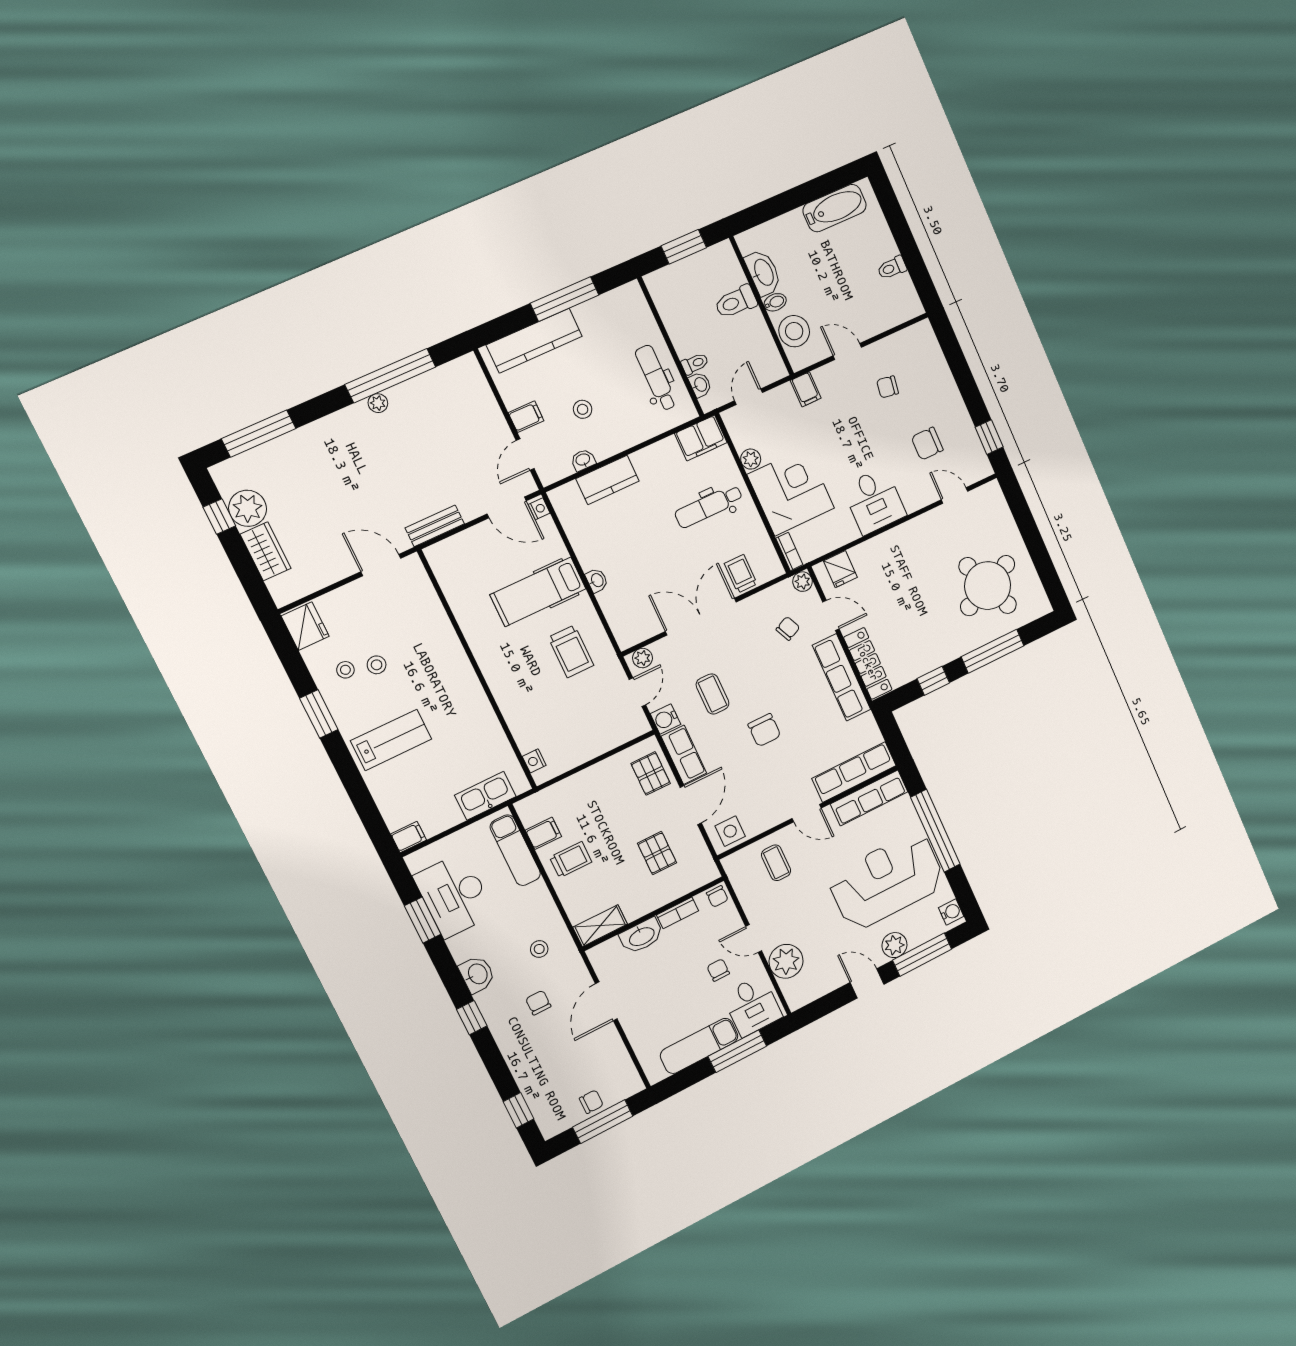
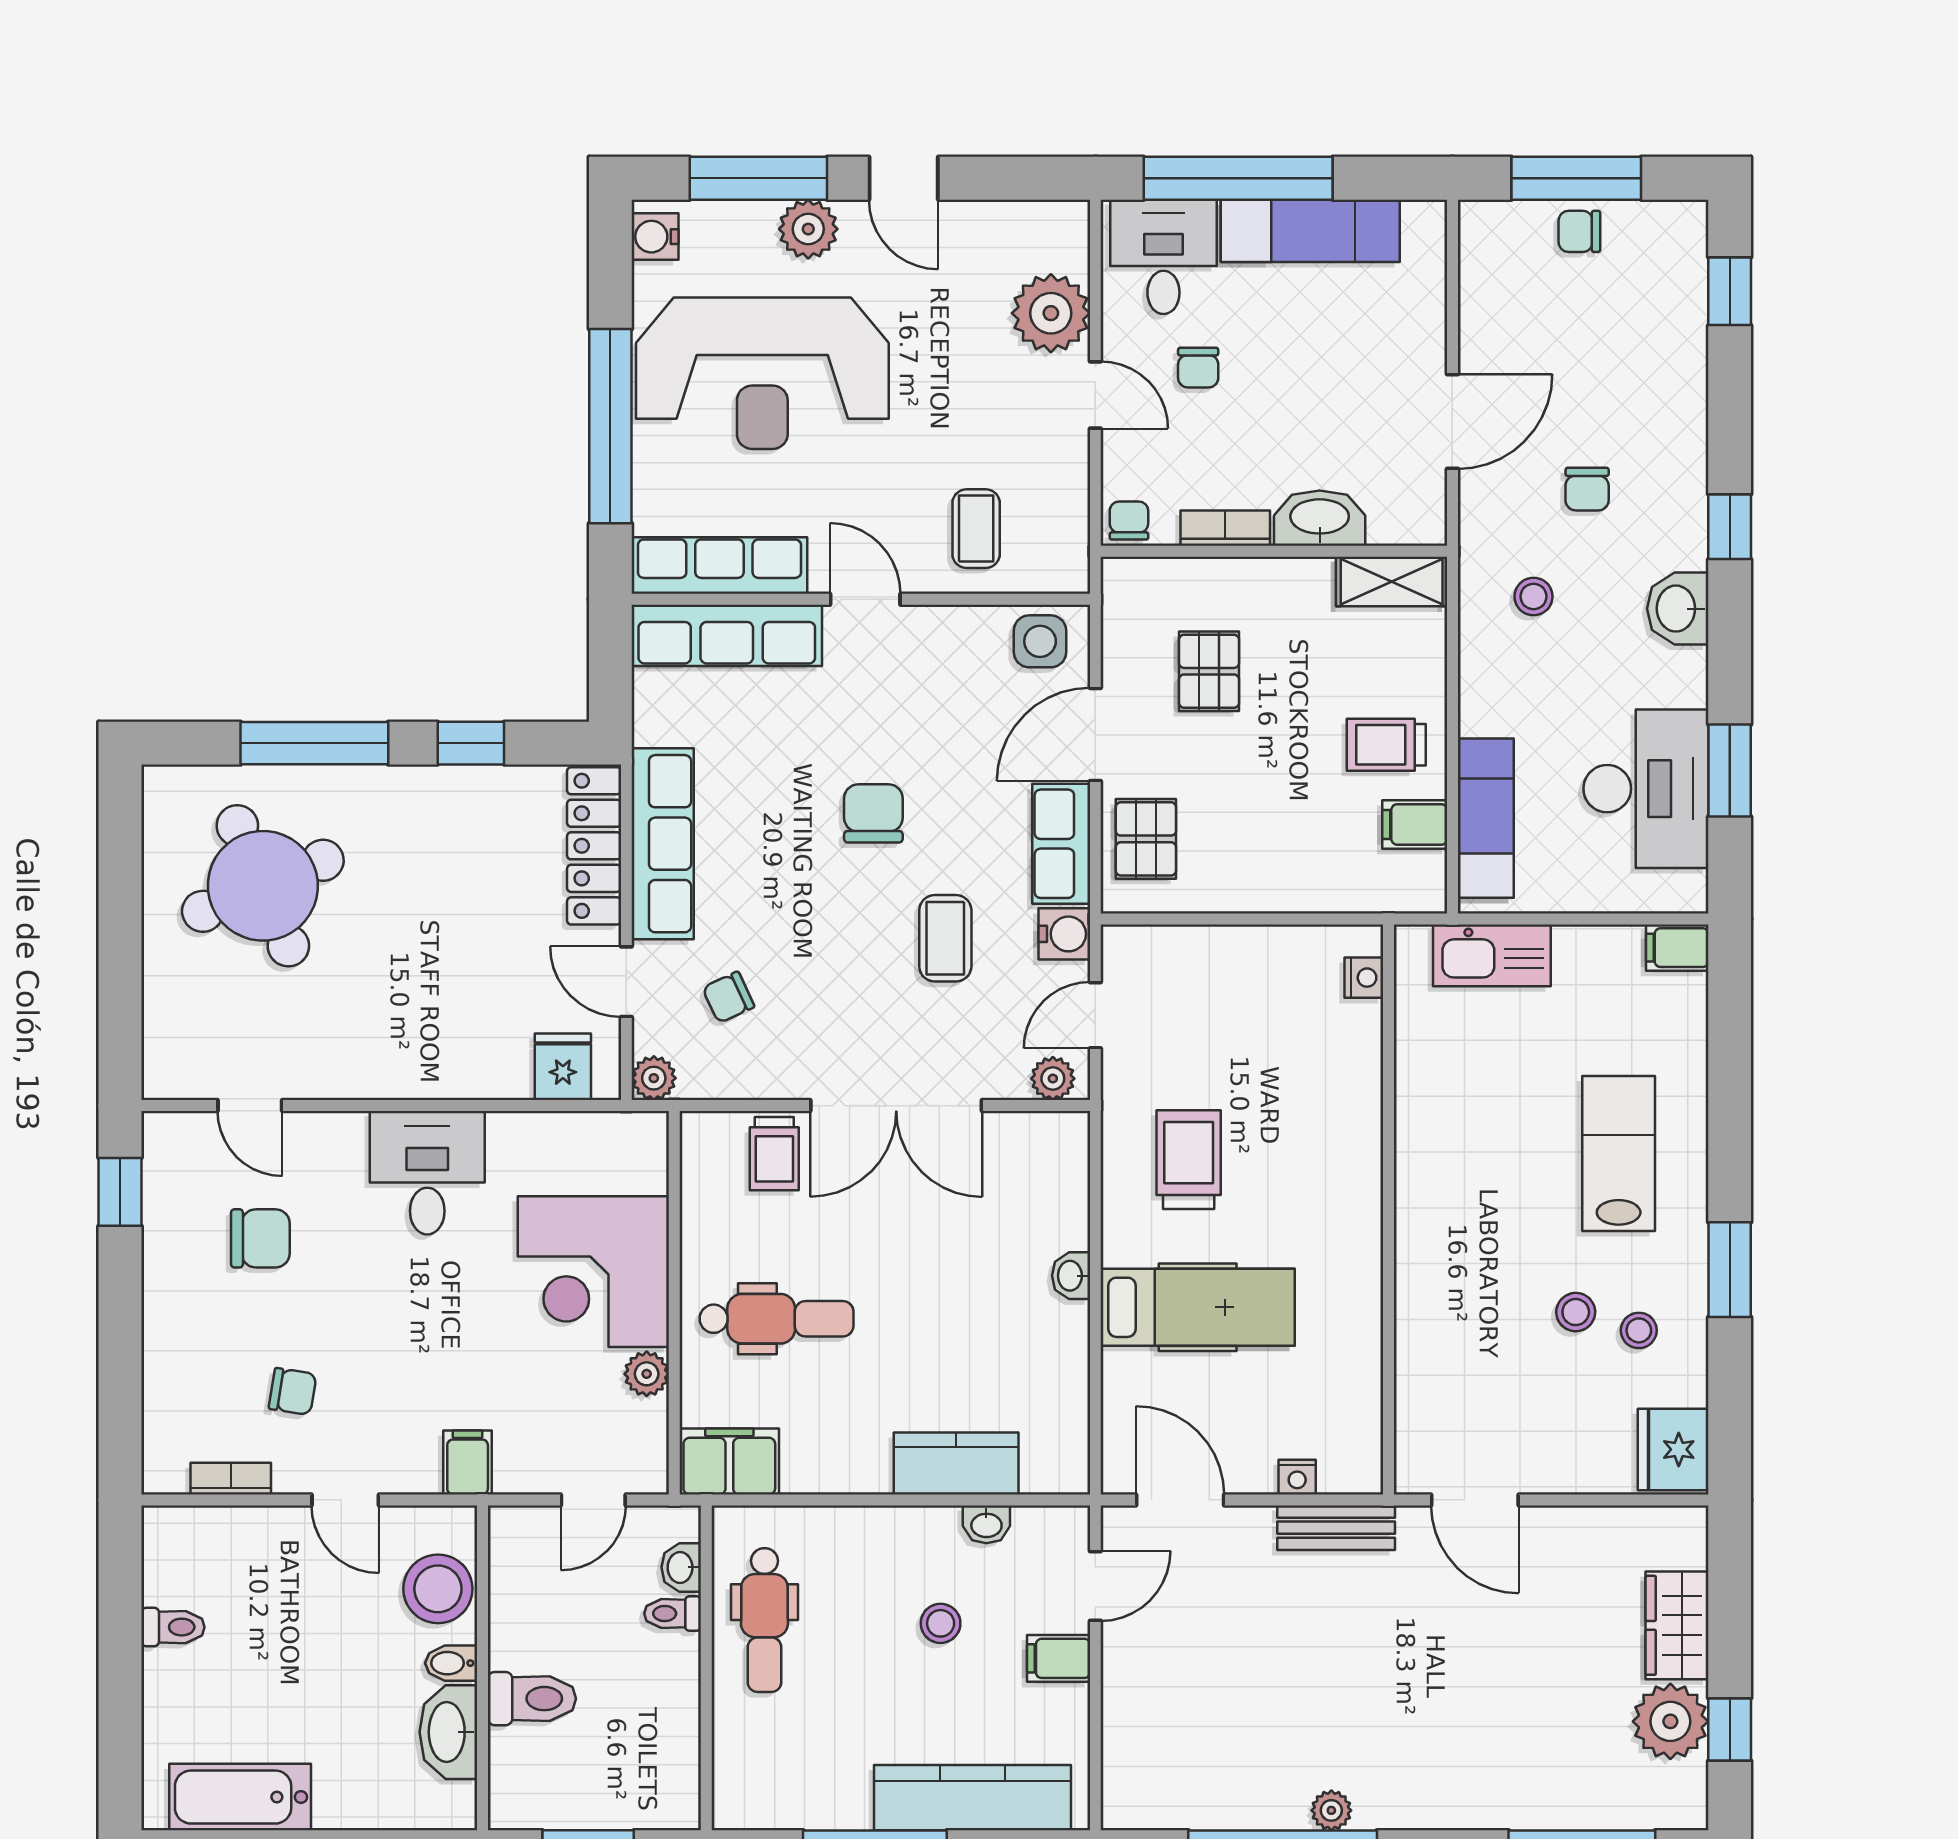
nightstand: (539, 509) -> (1297, 1477), moved, turned -90
bookcase: (789, 551) -> (231, 1479), moved, turned 90
lab bench: (391, 740) -> (1619, 1153), turned 90
window: (737, 1051) -> (1238, 178), width x1.46

